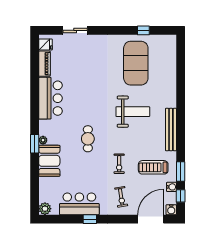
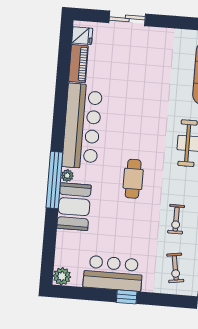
bar counter: (50, 98) -> (82, 126), width x1.36
window: (35, 144) -> (54, 180), width x2.11

